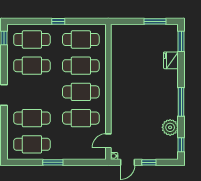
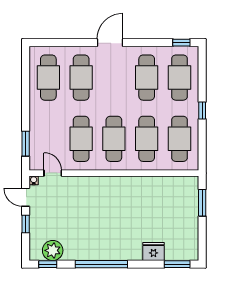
window: (155, 21) -> (202, 203), moved
window: (181, 102) -> (101, 264), width x1.46
plant: (170, 127) -> (53, 250), moved
window: (53, 162) -> (26, 144), moved

